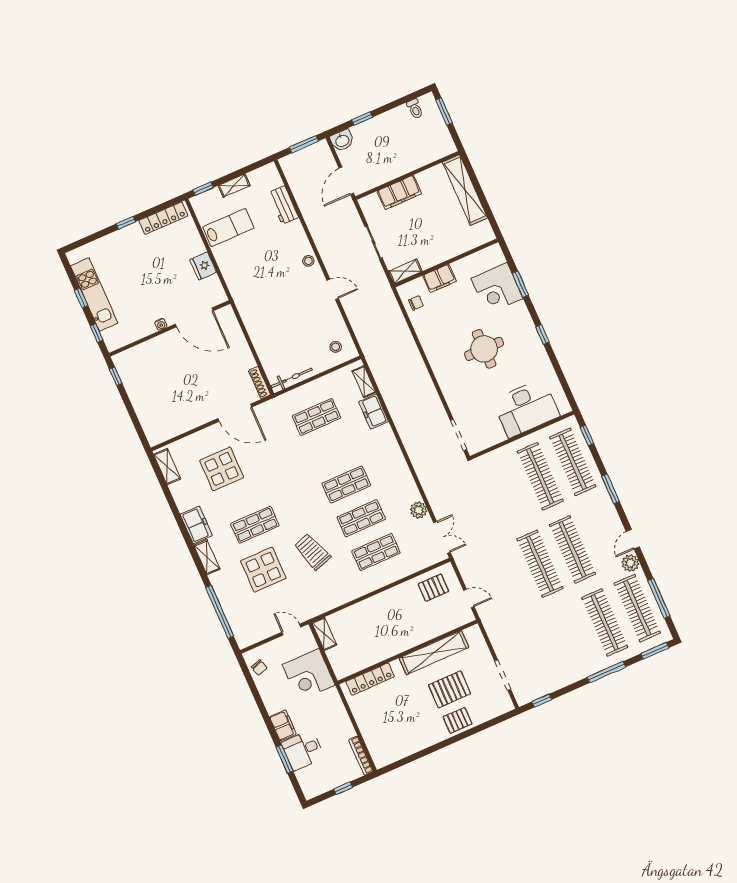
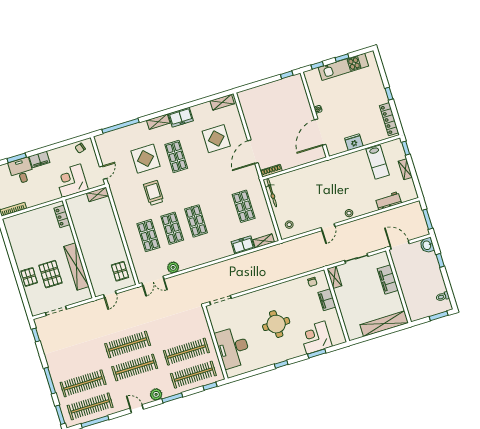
trolley: (312, 552) -> (154, 193), turned -71
plant: (630, 563) -> (156, 394), moved
locker: (370, 679) -> (62, 216), width x0.66

